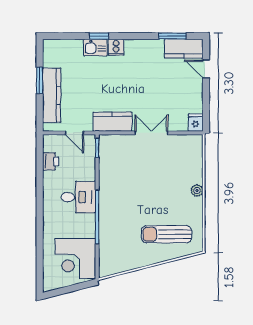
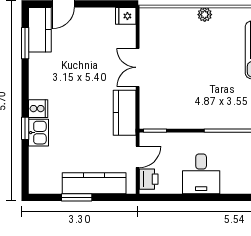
printer: (51, 161) -> (149, 179), moved, turned 90
desk: (78, 197) -> (201, 174), moved, turned 180

